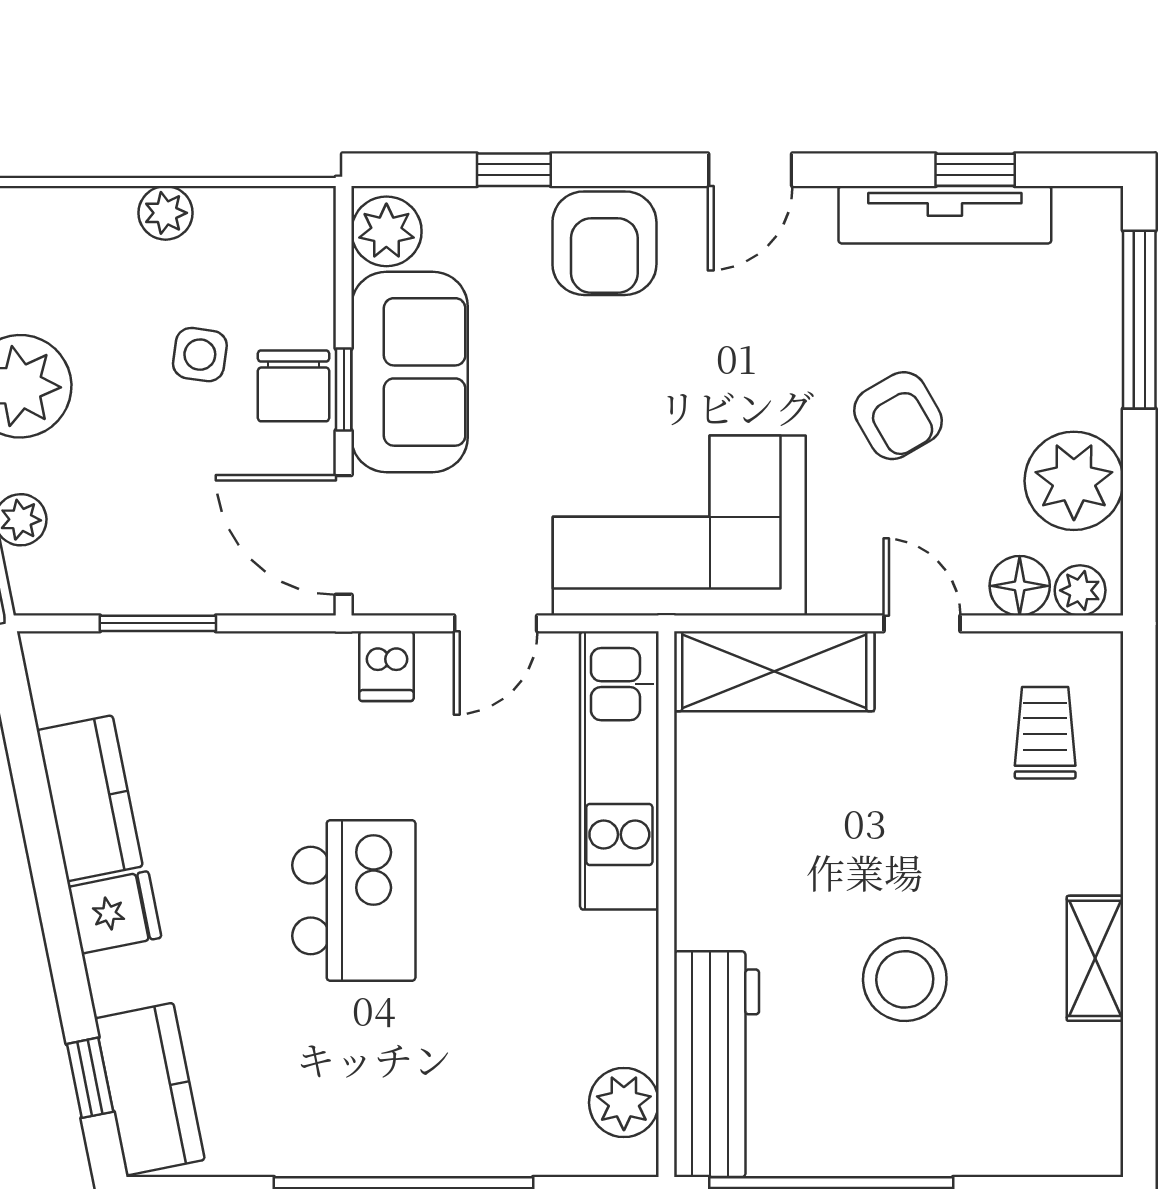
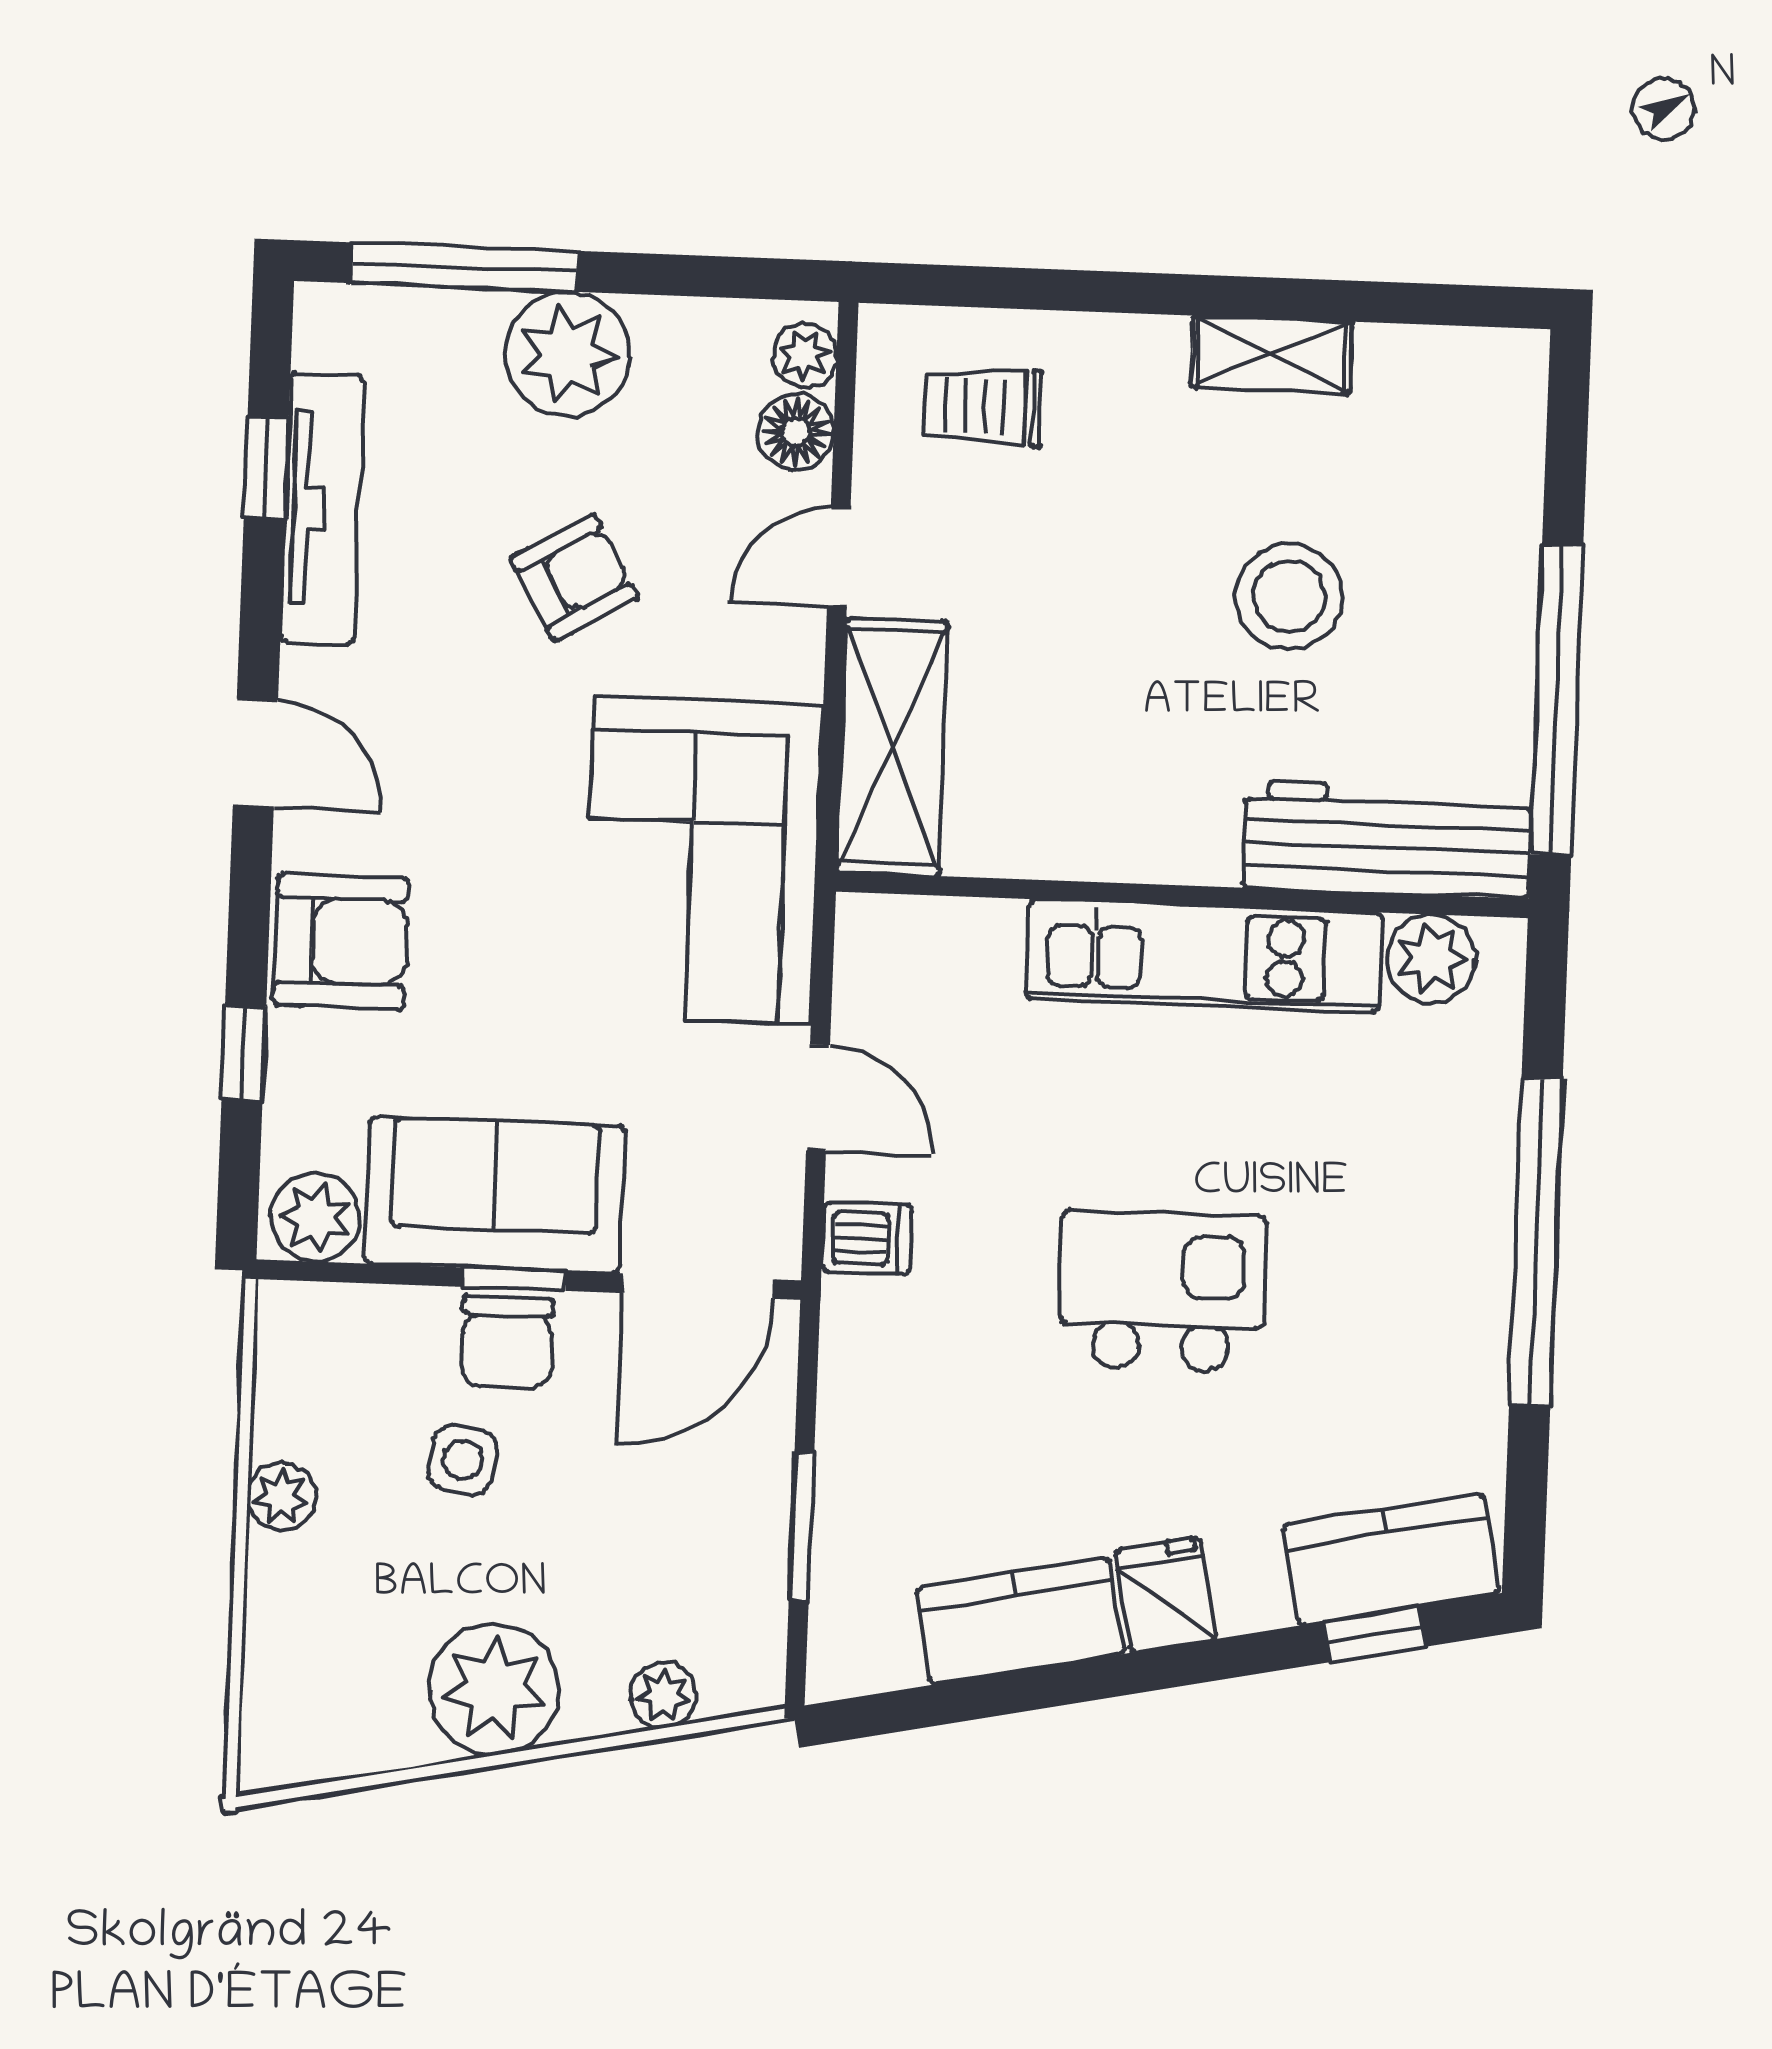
chair: (294, 386) -> (507, 1343), turned 90
plant: (1074, 481) -> (568, 354), moved
kitchen unit: (619, 770) -> (1204, 956), moved

